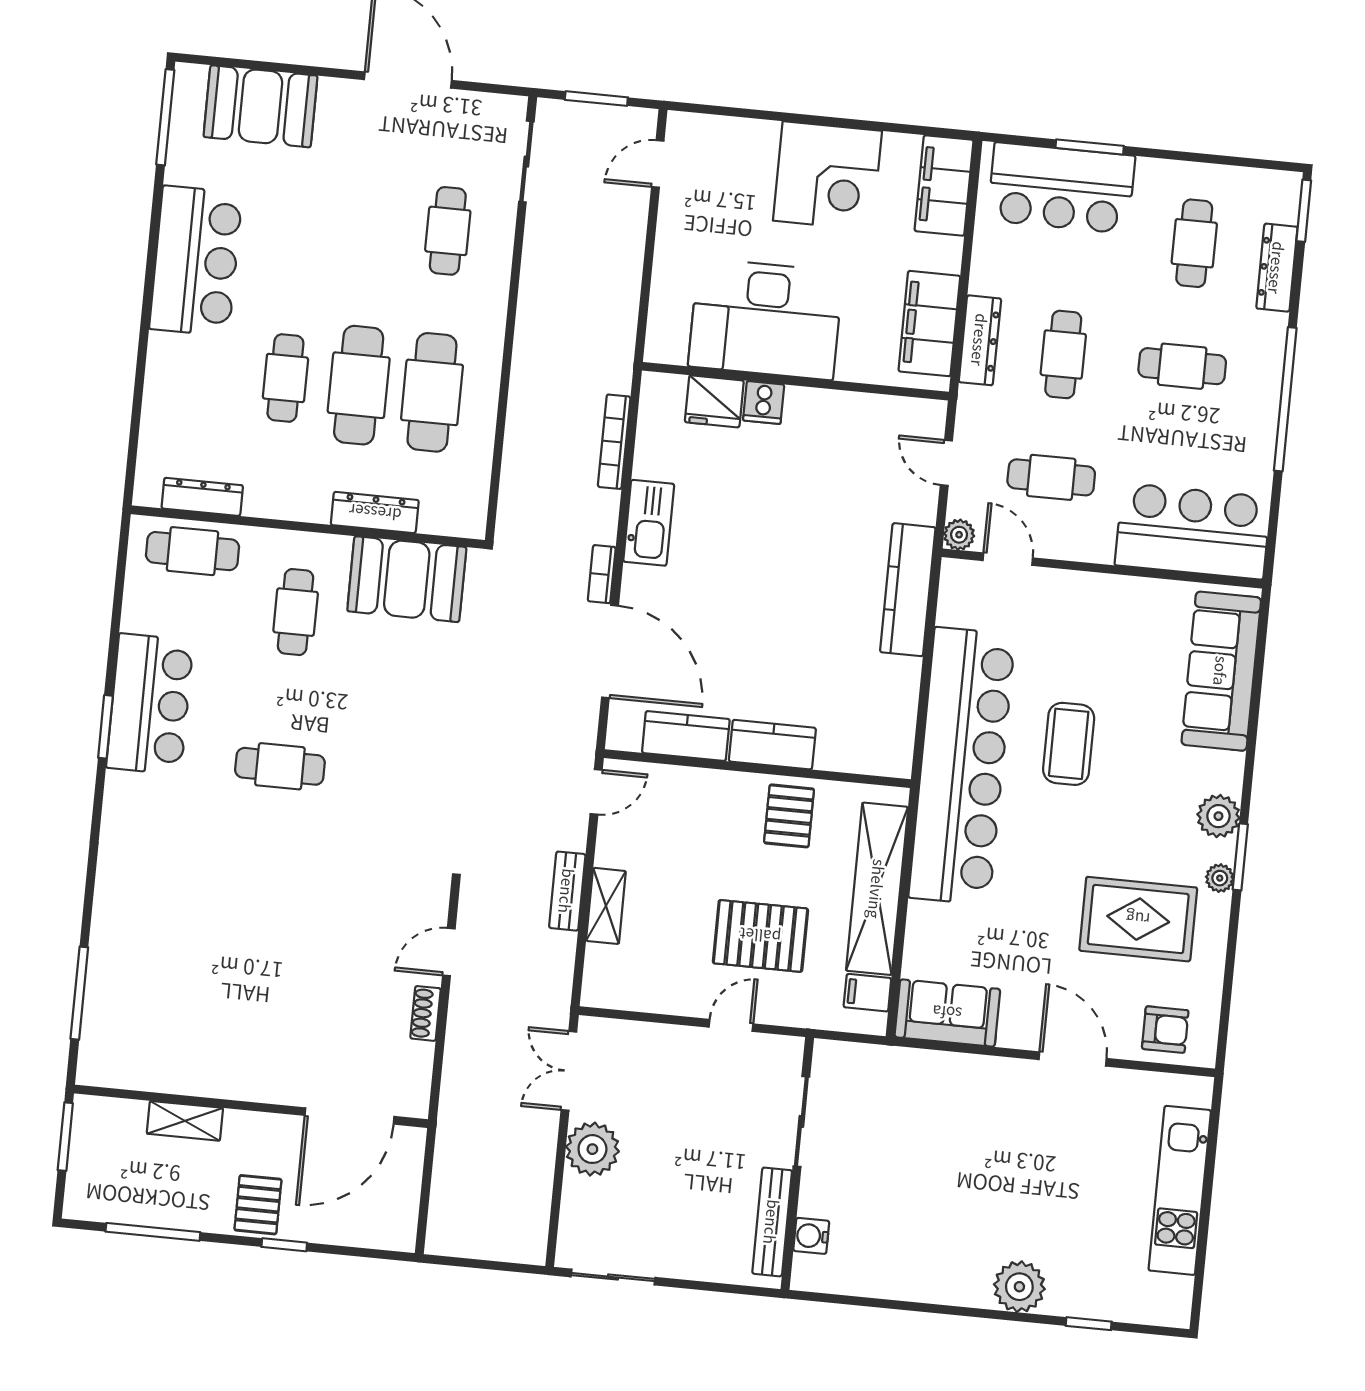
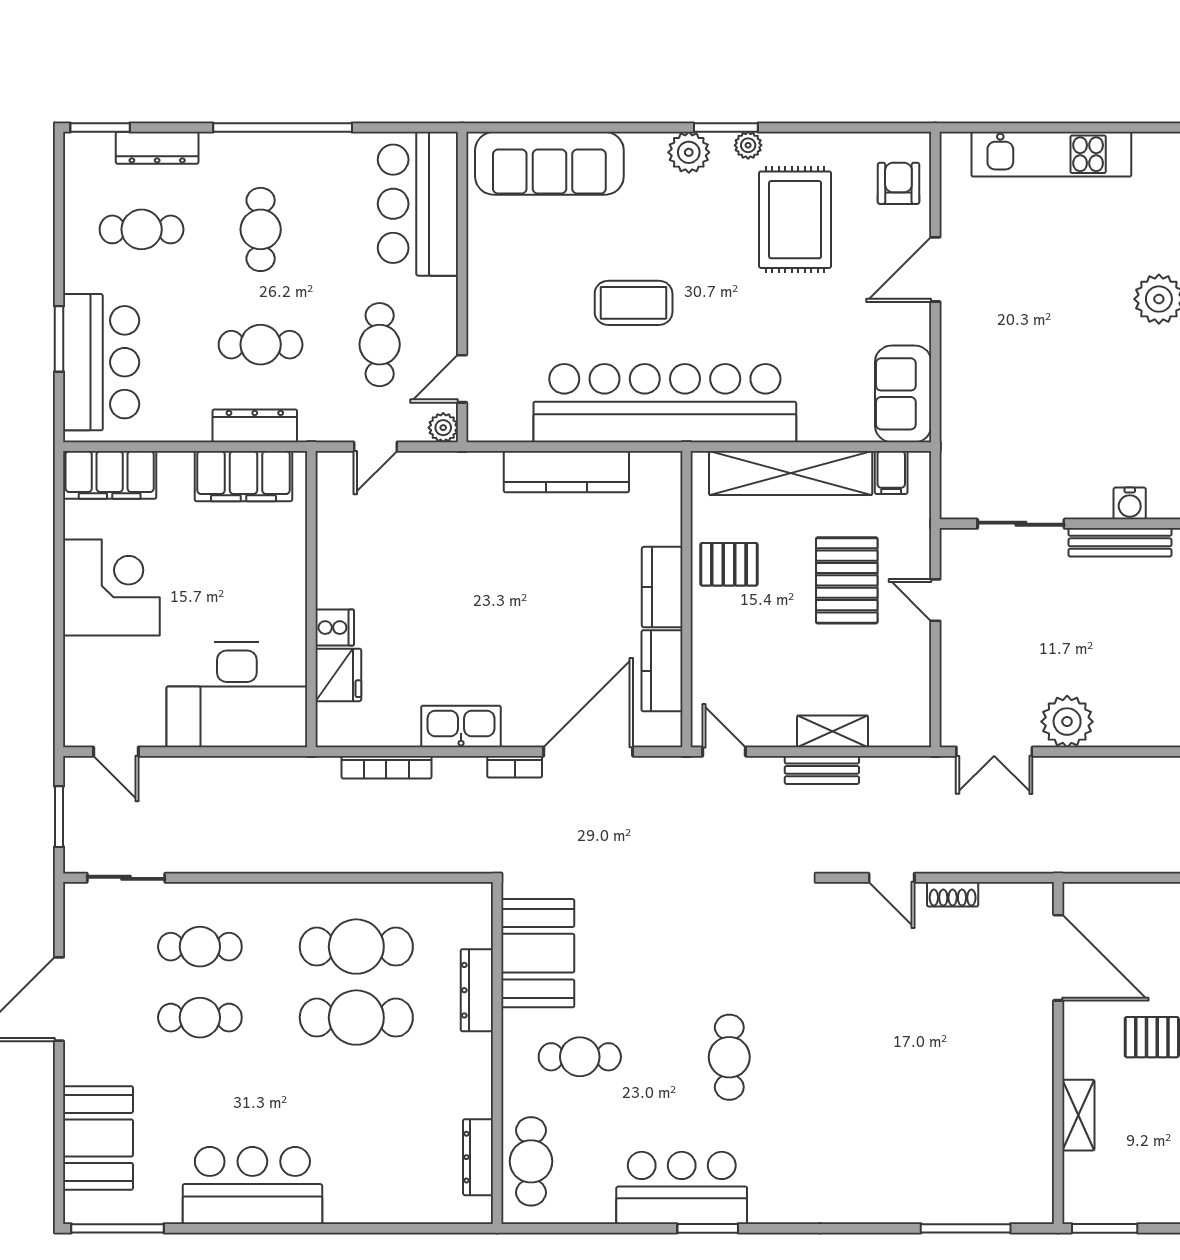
desk: (766, 319) -> (237, 695), moved, turned 90
cafe table: (285, 378) -> (200, 1018), moved
kitchen counter: (908, 590) -> (566, 472), moved

